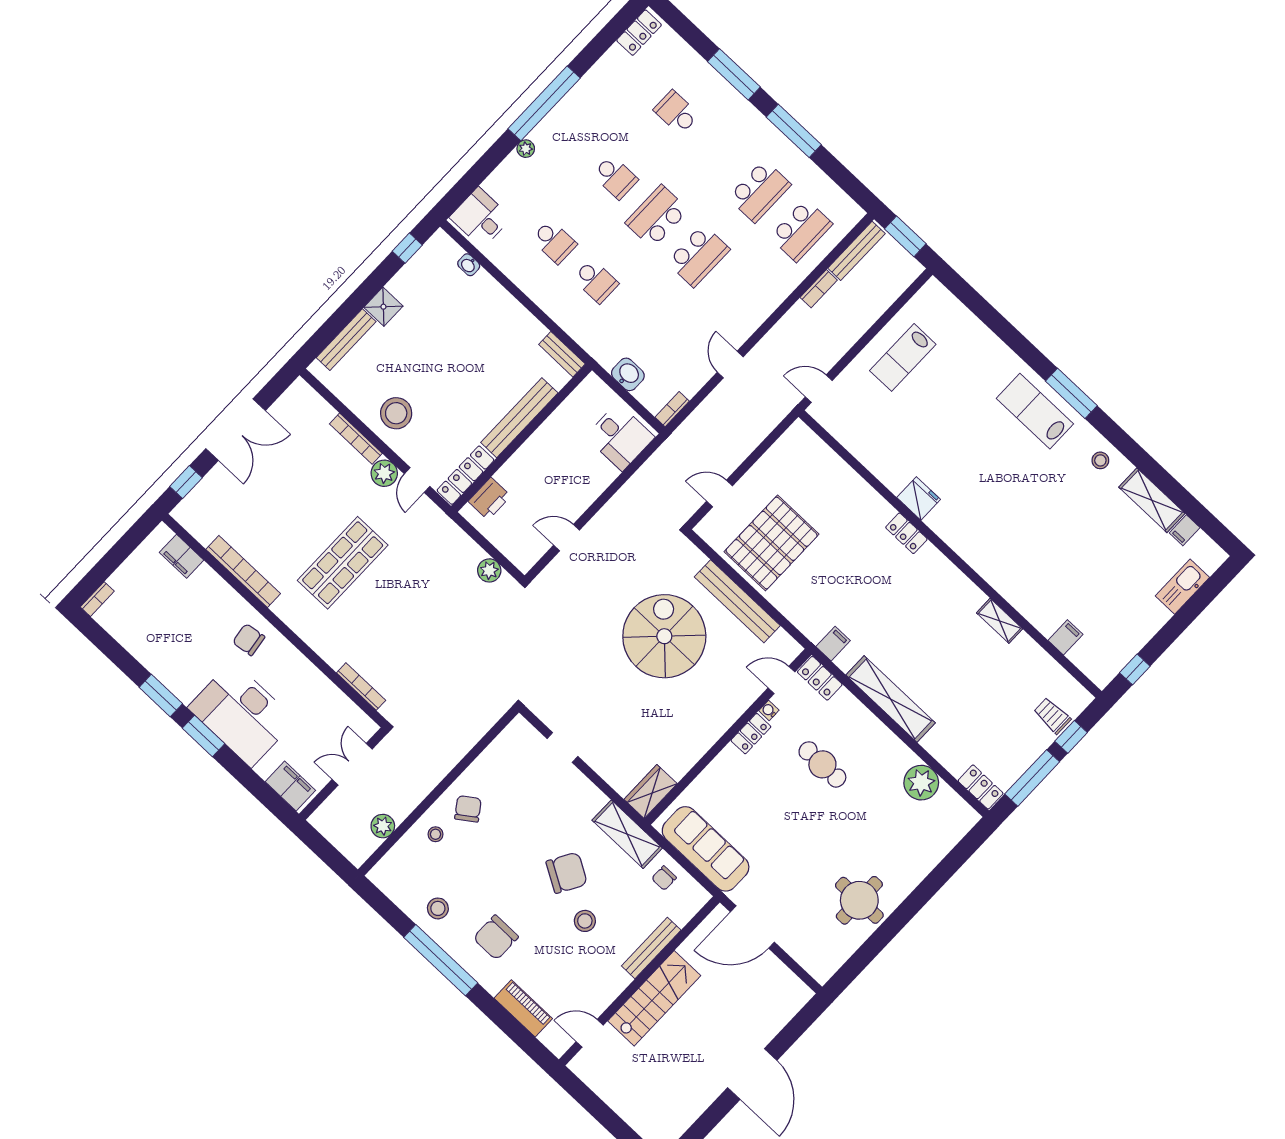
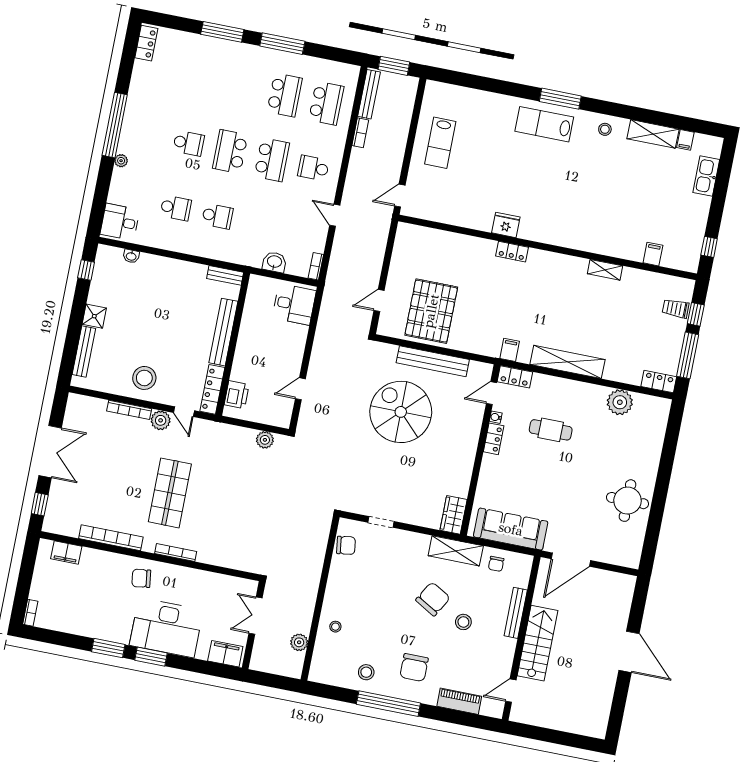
school desk: (676, 112) -> (313, 168), moved
bookcase: (361, 687) -> (176, 553), moved
chair: (468, 809) -> (346, 545), moved, turned 117

